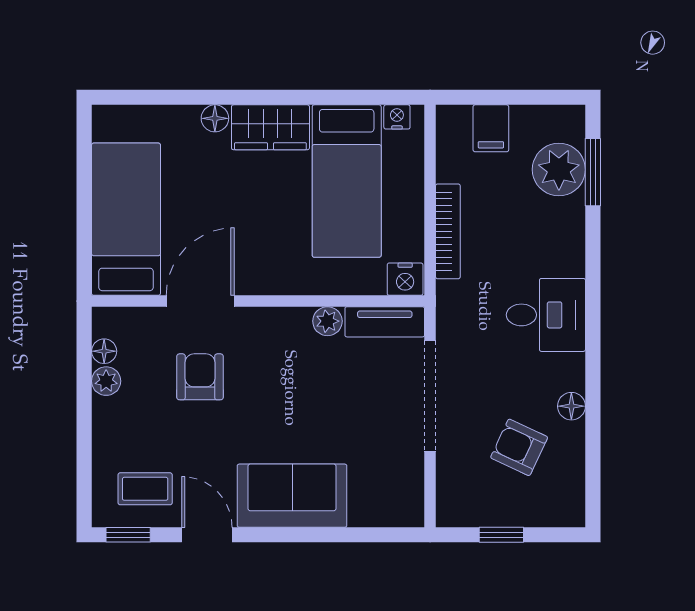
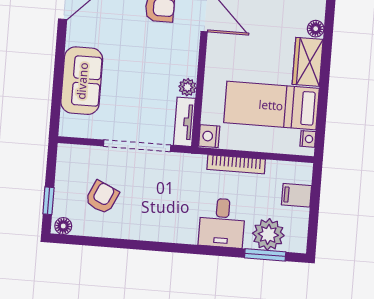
desk: (546, 315) -> (222, 223), moved
floor lamp: (571, 406) -> (63, 226), moved
sofa: (292, 496) -> (82, 81), moved
window: (501, 535) -> (48, 201), moved

